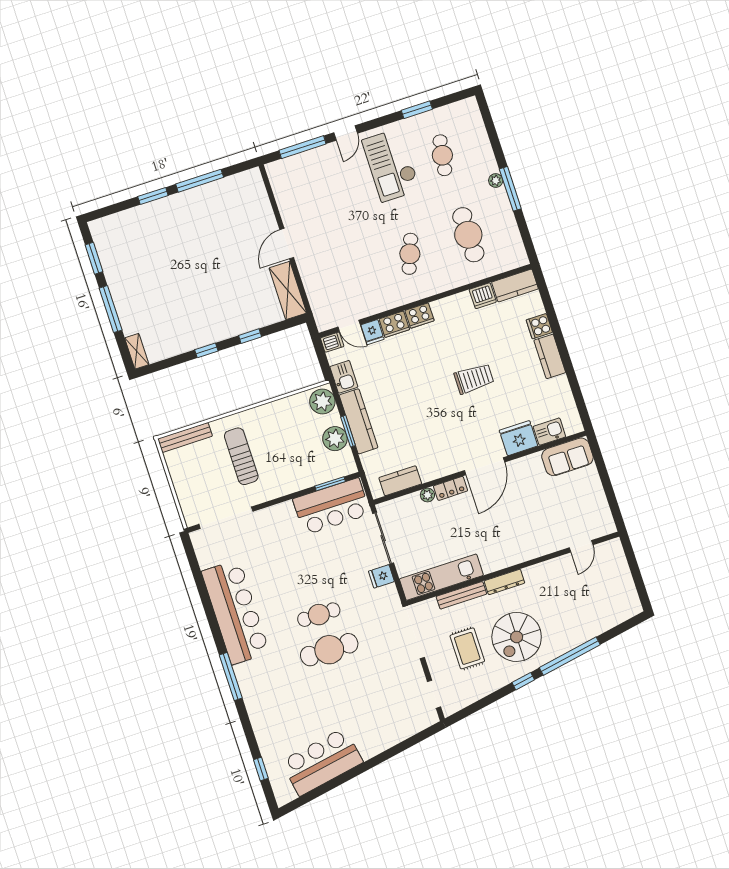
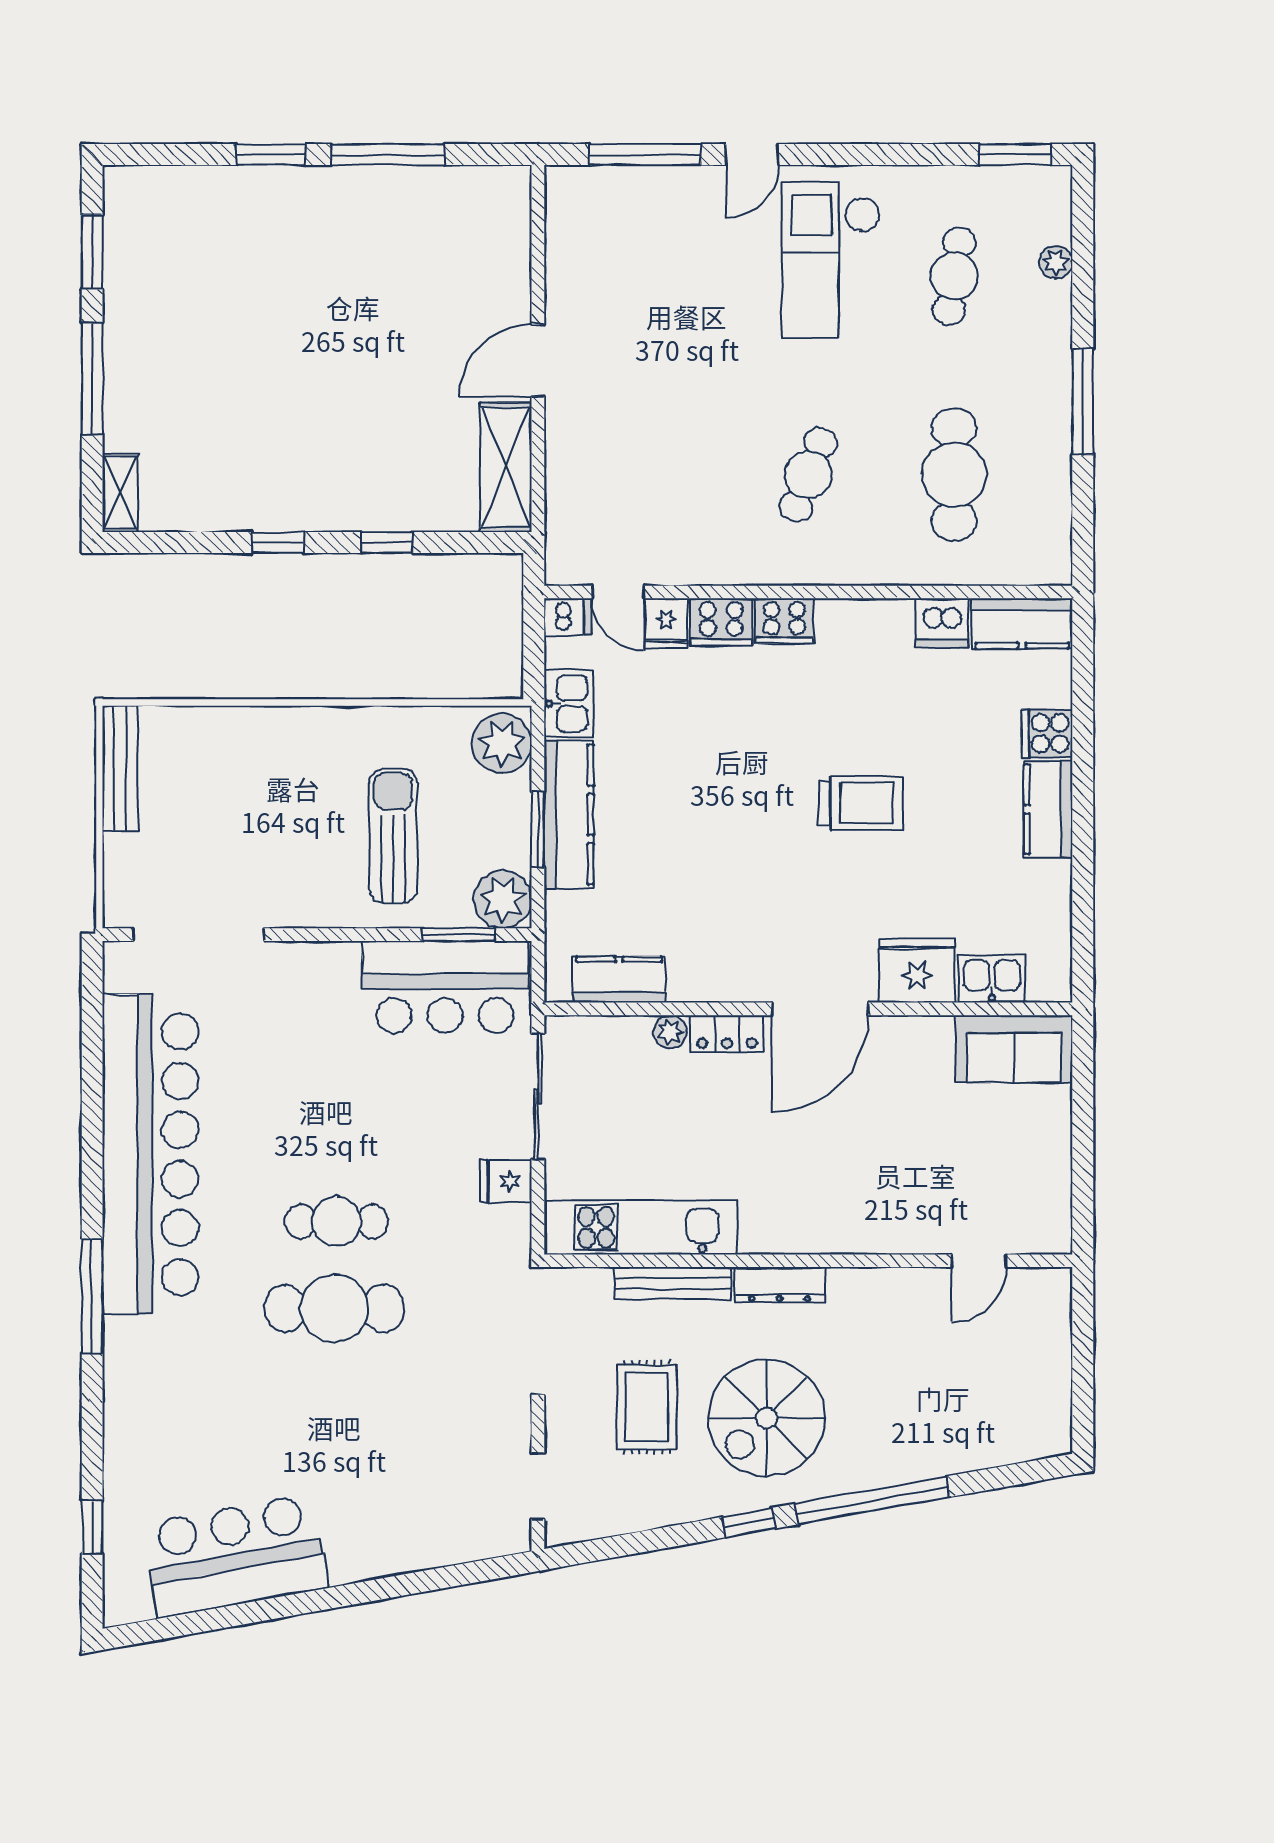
window: (417, 110) -> (1015, 155), moved
plant: (496, 180) -> (1056, 262), moved
bench: (185, 437) -> (120, 768), moved, turned 90
plant: (335, 439) -> (503, 900), moved
sun lounger: (241, 456) -> (393, 836), moved
bar counter: (235, 612) -> (150, 1154), width x1.36

